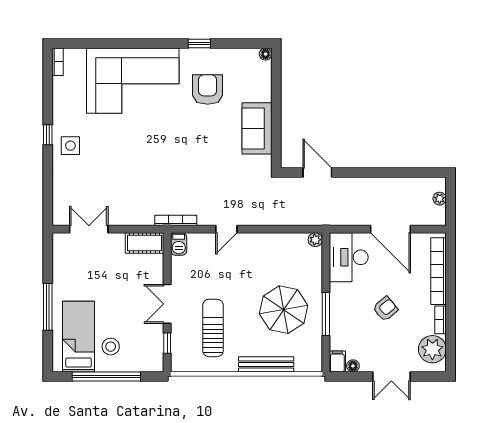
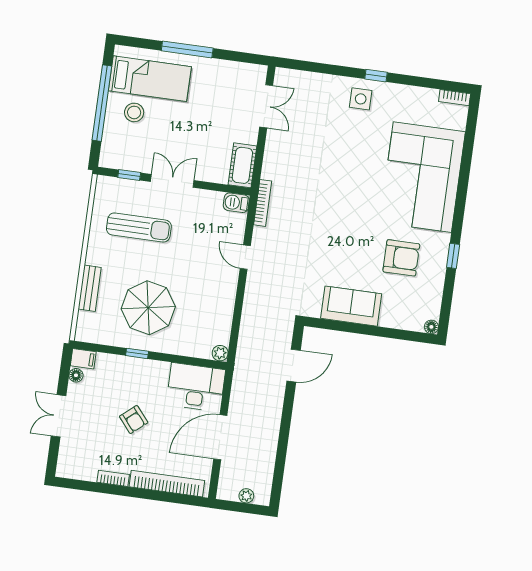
window: (326, 314) -> (137, 353), width x0.46
plant: (432, 349) -> (82, 465), removed
bench: (266, 364) -> (90, 288), width x0.73

